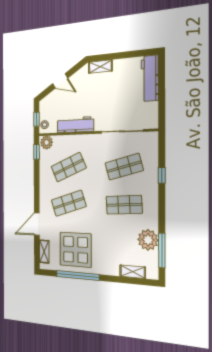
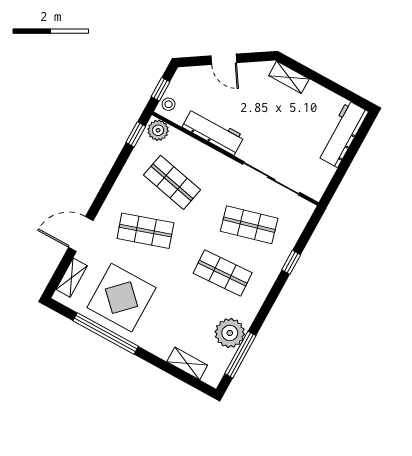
shop shelf: (68, 167) -> (172, 182), turned 36

